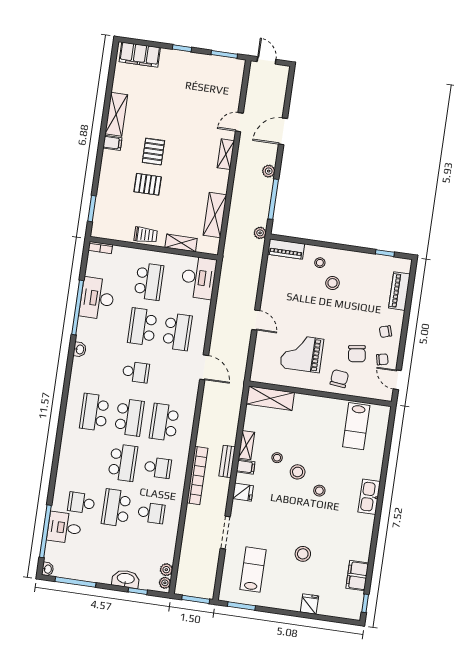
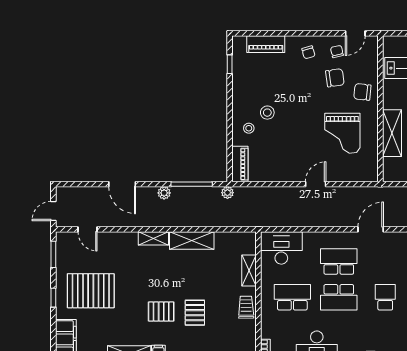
pallet: (184, 86) -> (91, 291), added
door: (239, 122) -> (87, 229), moved
shelving: (215, 215) -> (192, 241), moved
shelving: (270, 398) -> (392, 133), moved

